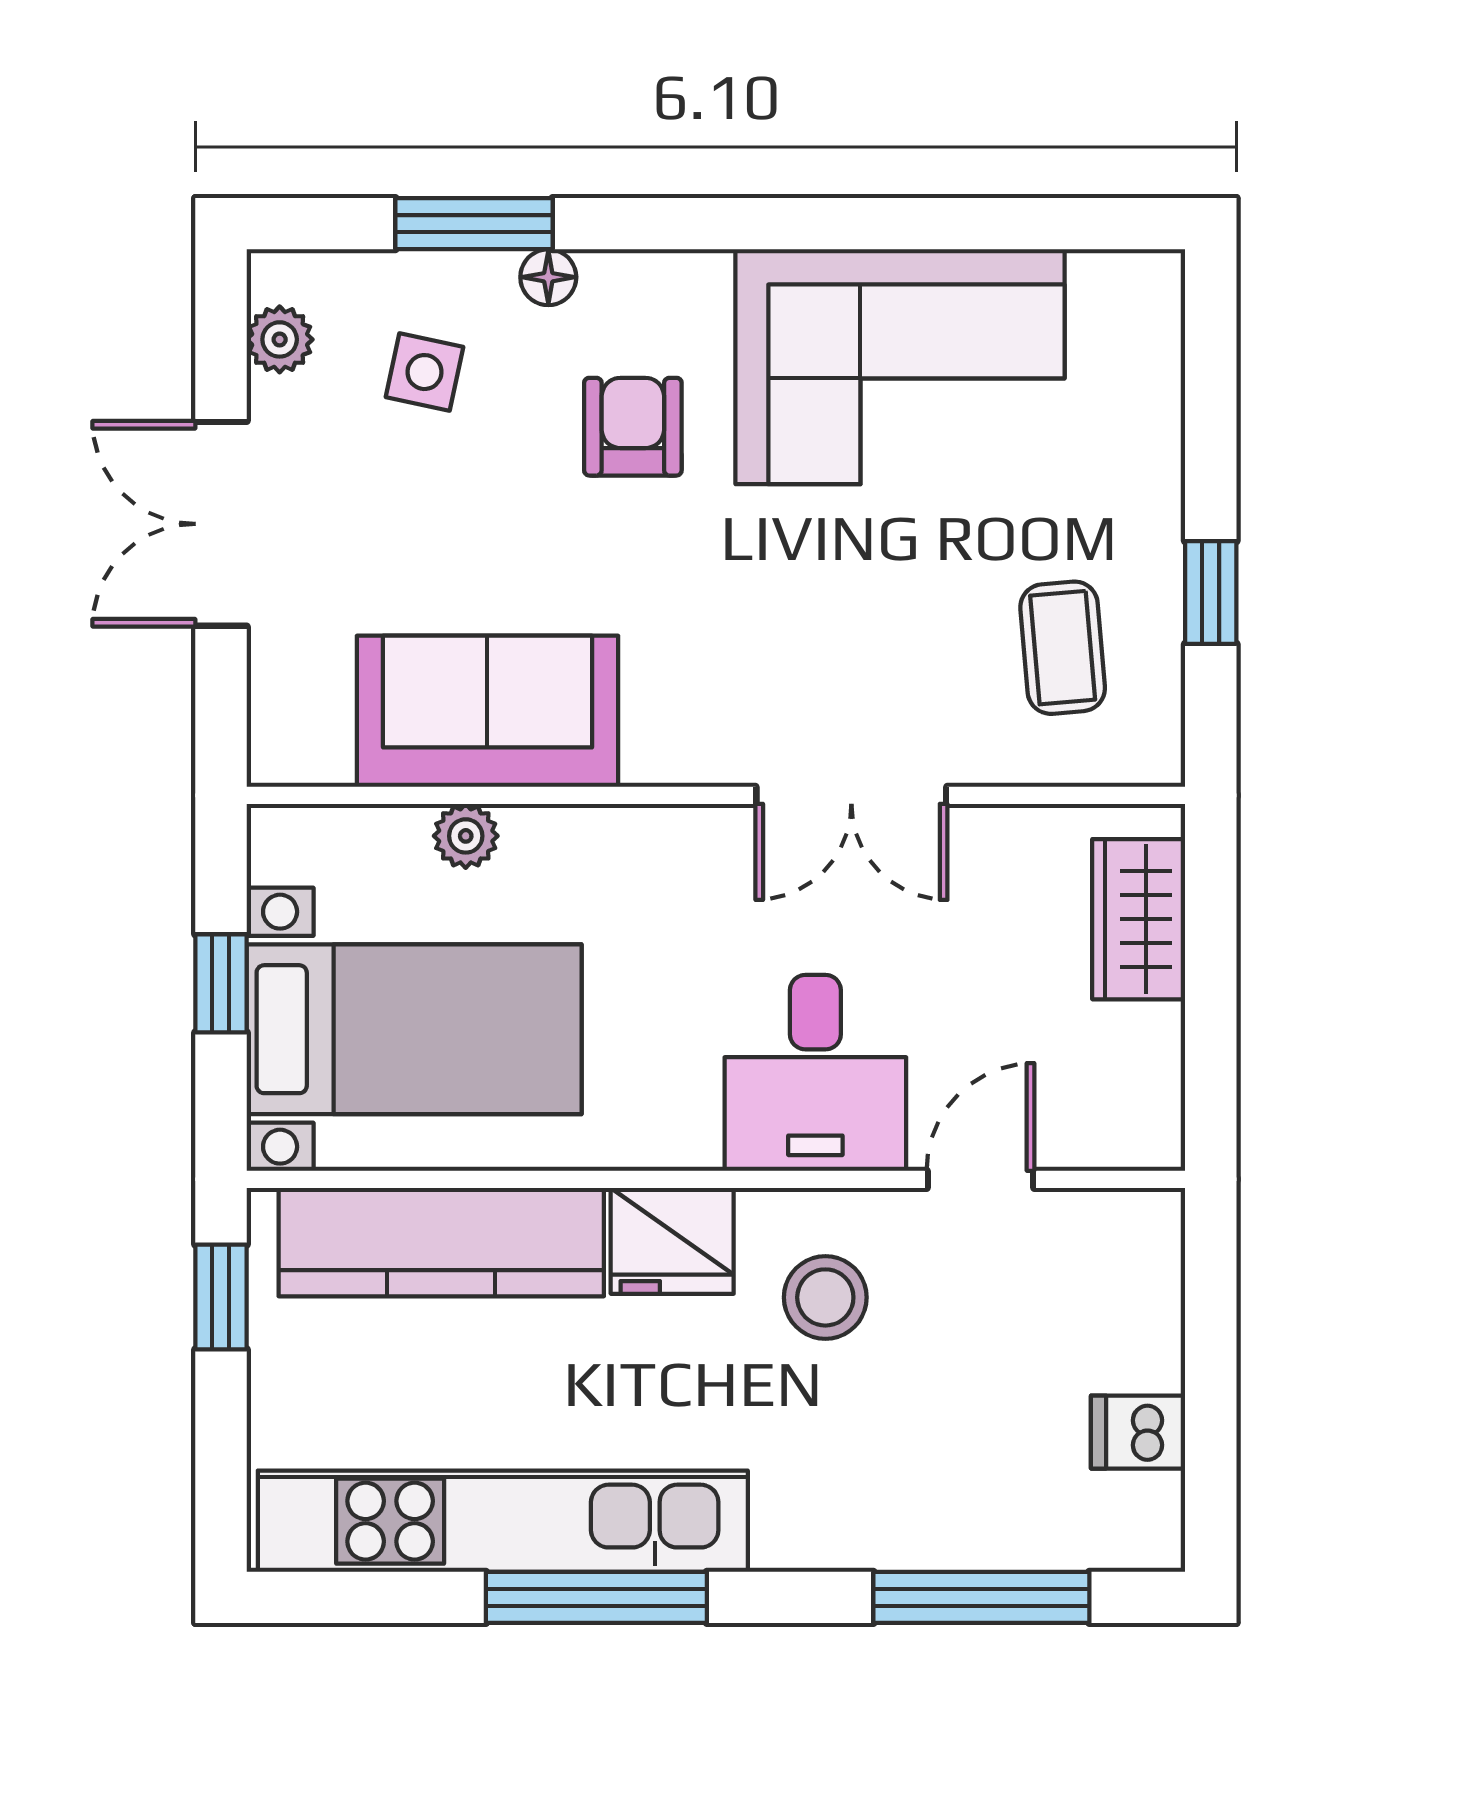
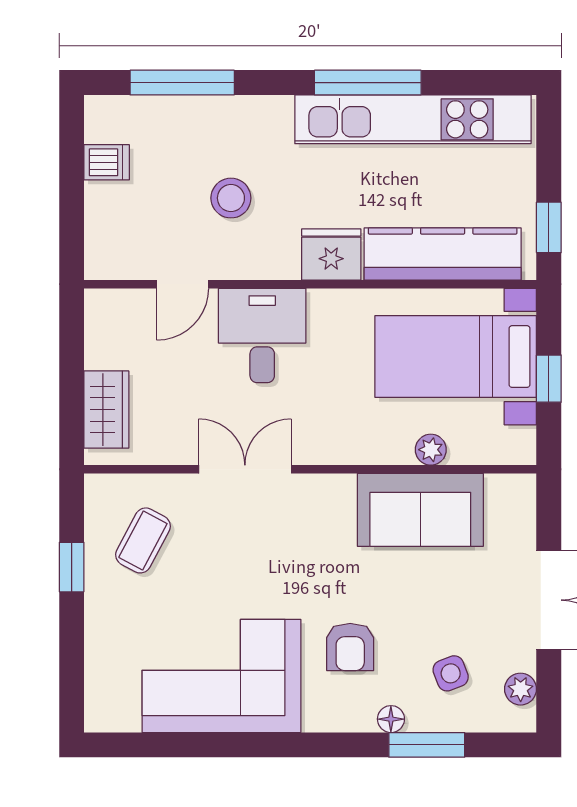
side table: (425, 372) -> (451, 673), turned -33
coffee table: (1063, 648) -> (143, 540), turned 33
stool: (825, 1297) -> (231, 198), moved

